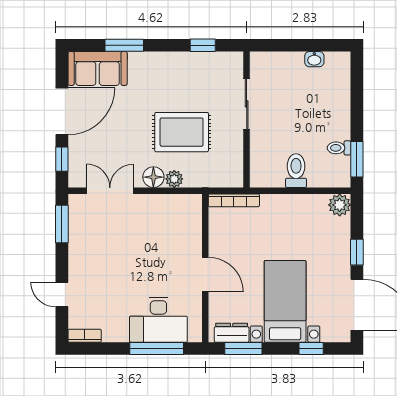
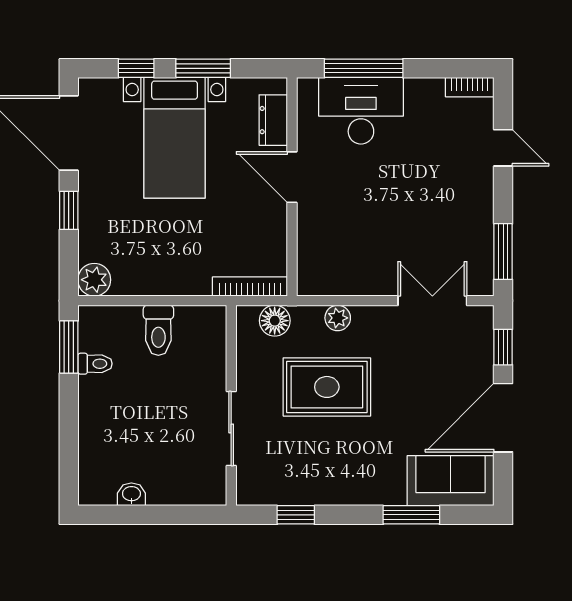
floor lamp: (153, 177) -> (275, 321), moved
double door: (110, 191) -> (432, 301), swing flipped
dresser: (232, 333) -> (273, 120), moved, turned 90
window: (243, 349) -> (203, 68), moved

